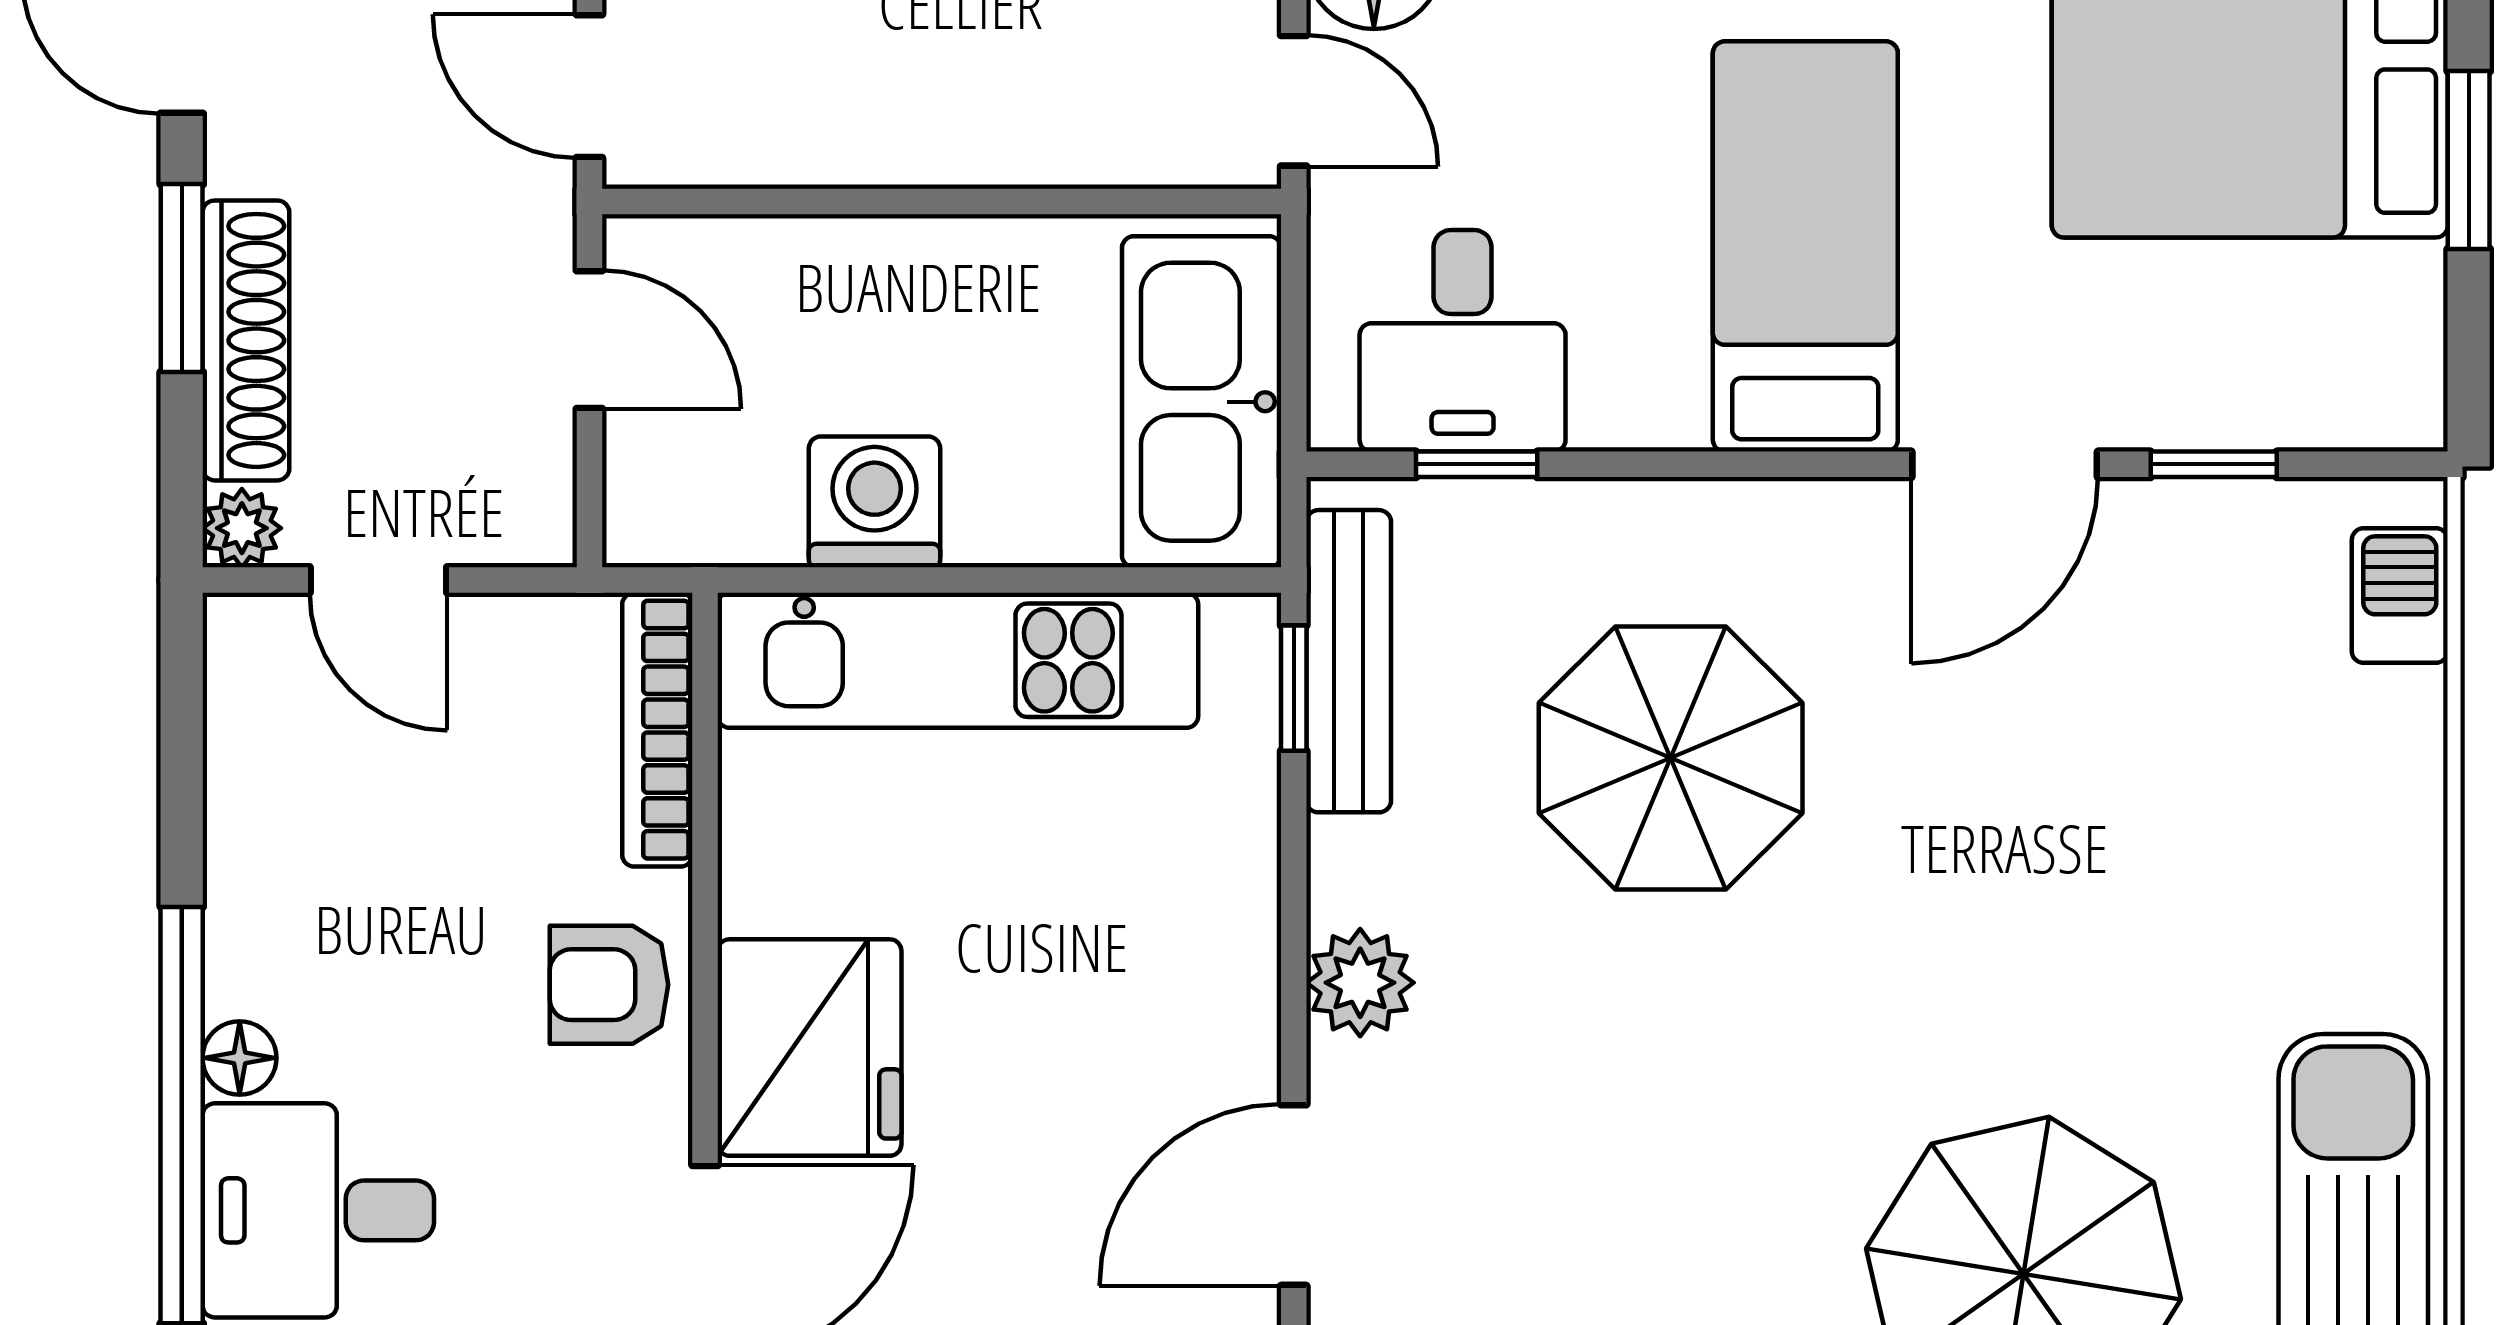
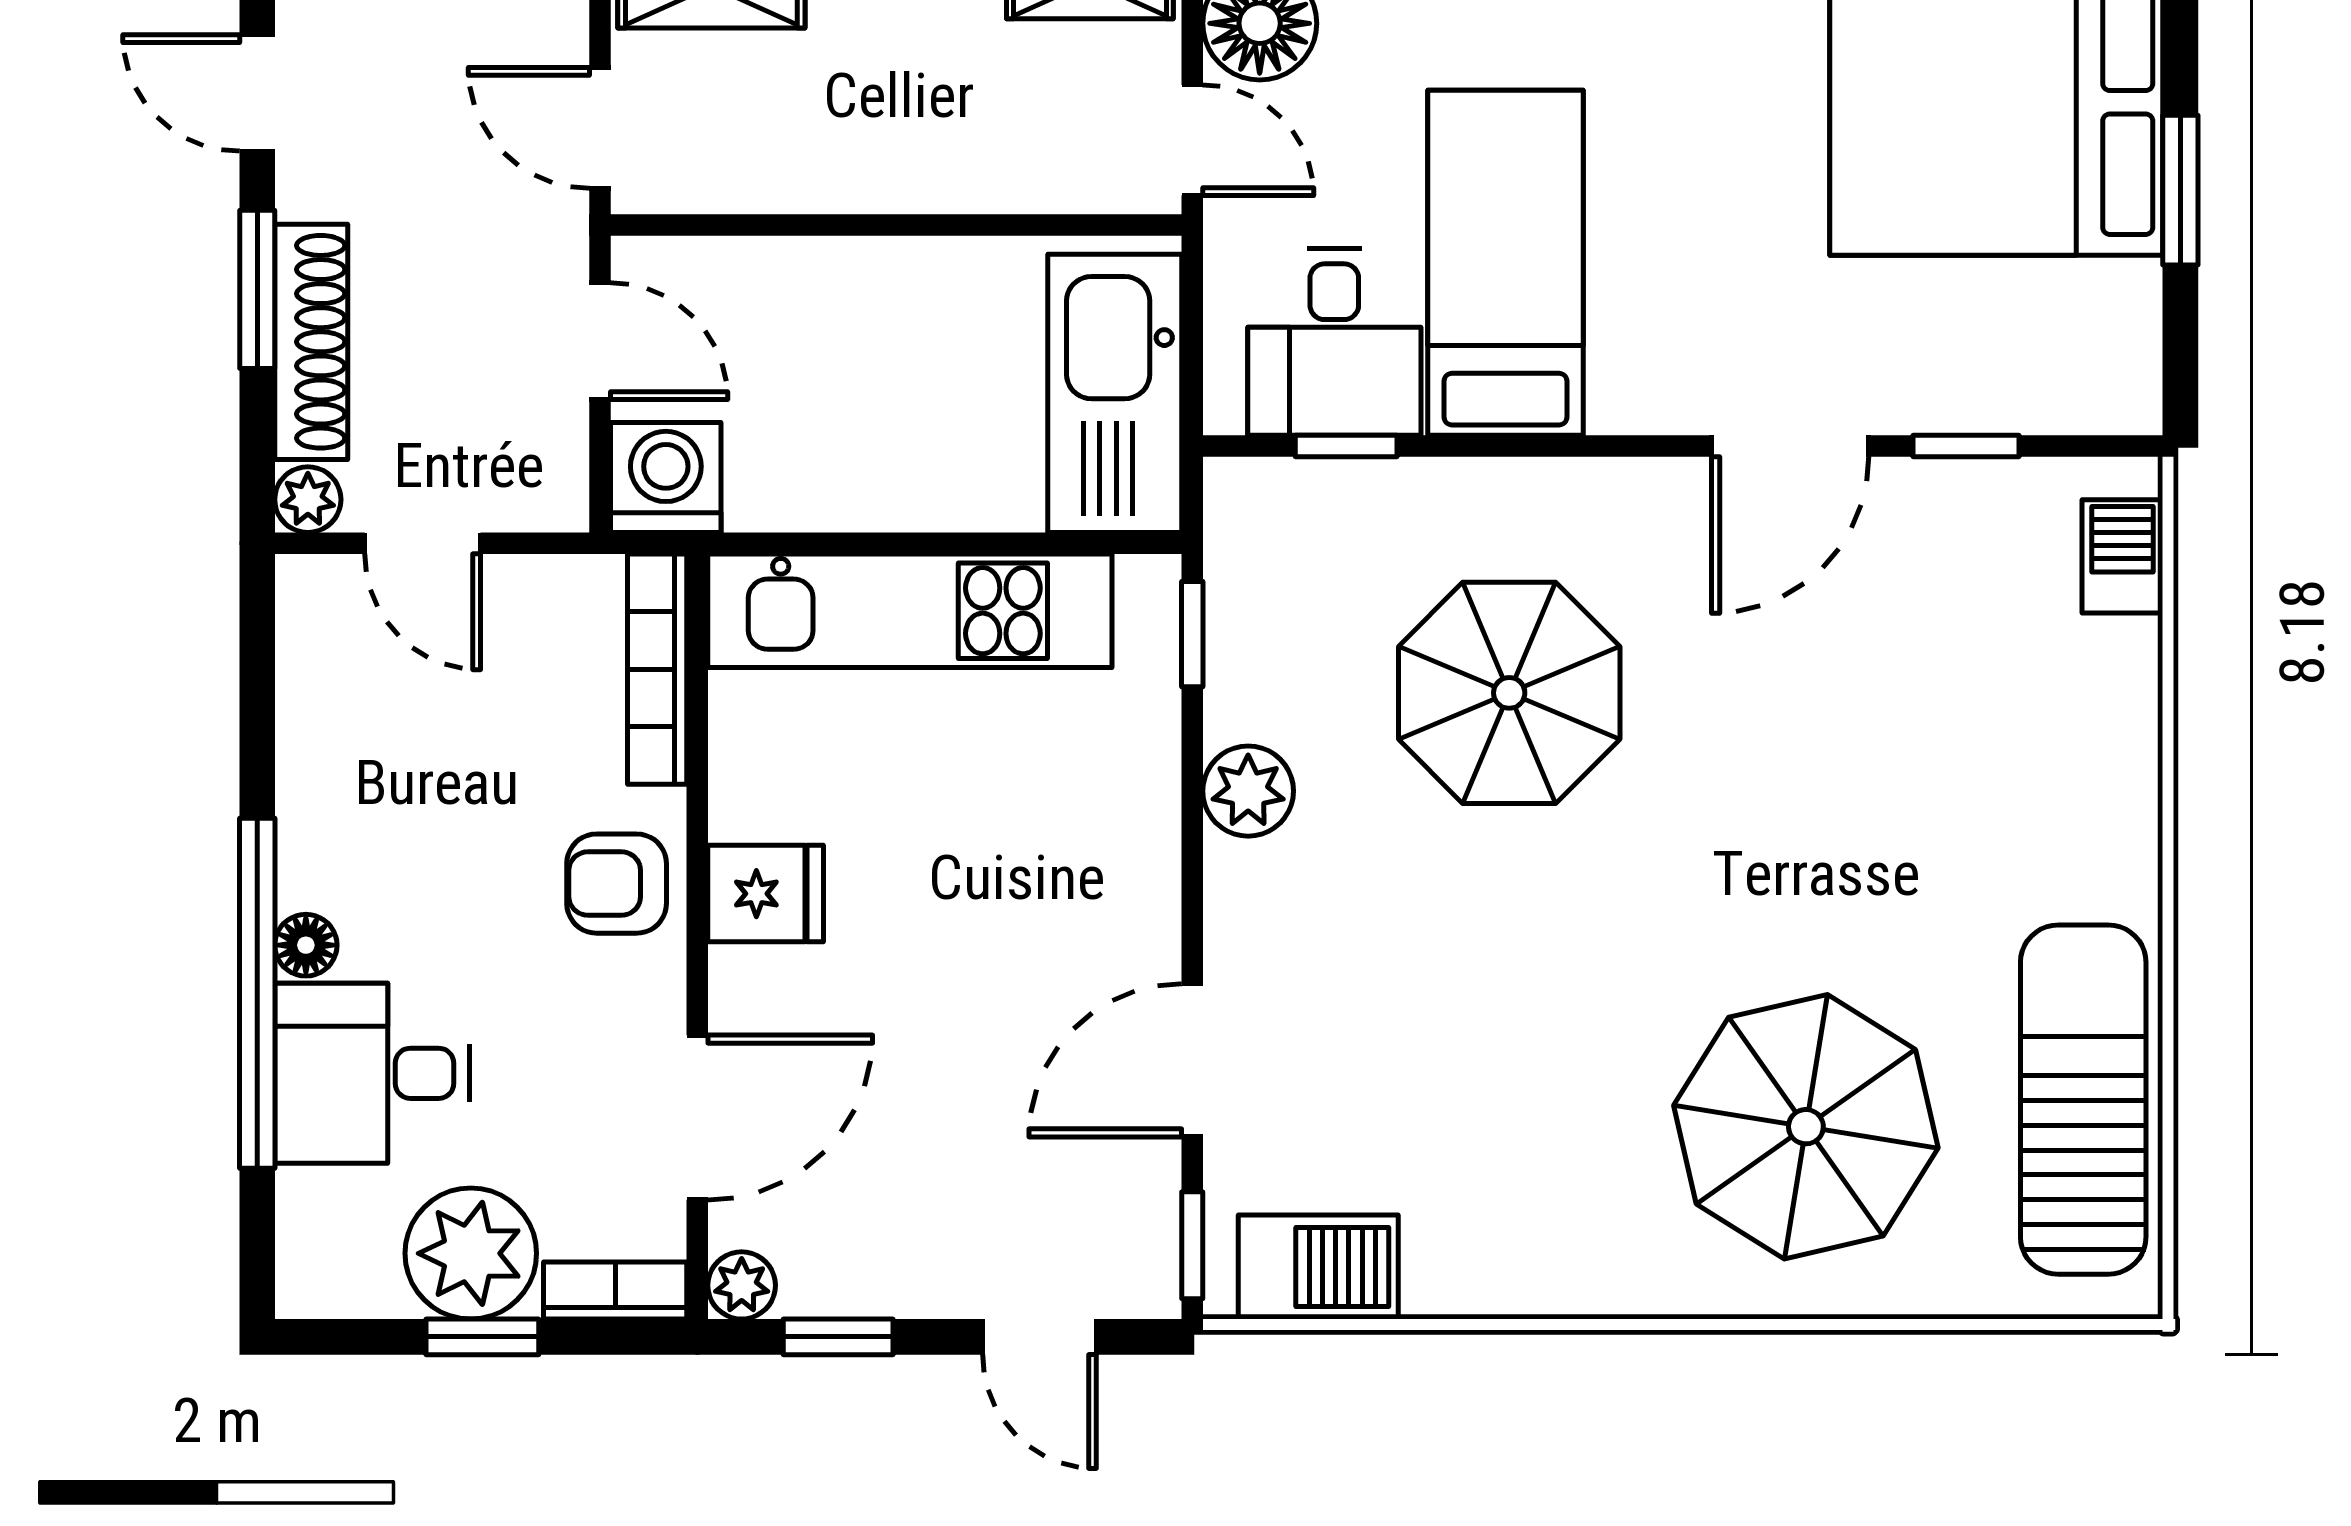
bed: (1805, 246) -> (1506, 263), moved
washing machine: (874, 502) -> (666, 477), moved
bench: (1349, 661) -> (1238, 612), removed
plant: (1360, 983) -> (1248, 791), moved
fridge: (810, 1048) -> (766, 894), width x0.53, depth x0.75

